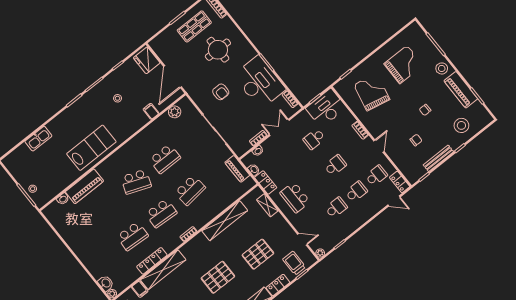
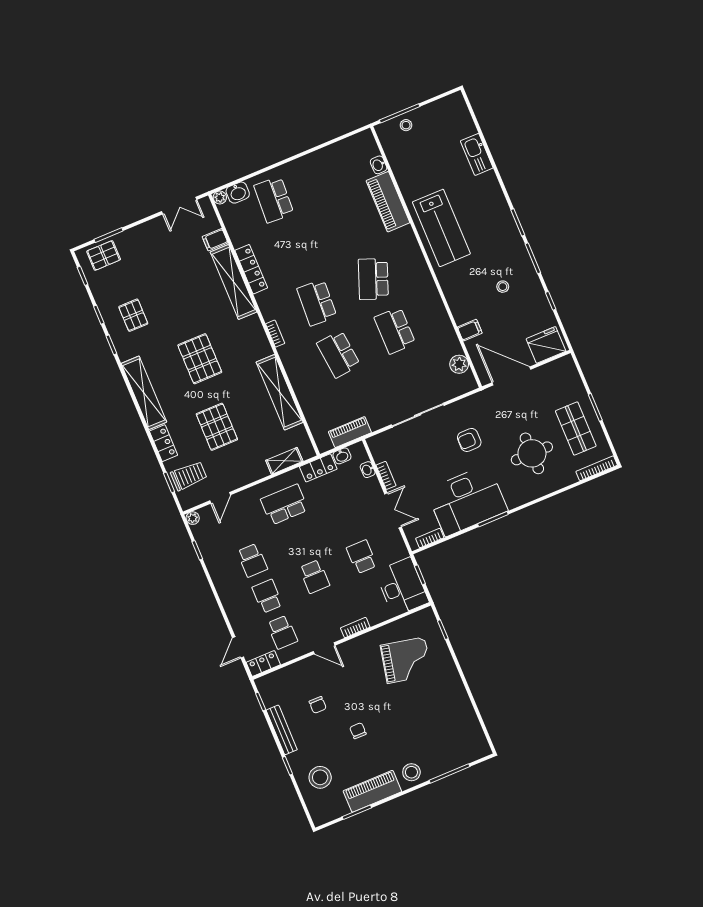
grand piano: (404, 65) -> (433, 718), removed
school desk: (356, 192) -> (267, 596), turned 180
school desk: (132, 236) -> (274, 200), moved

